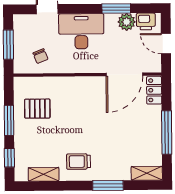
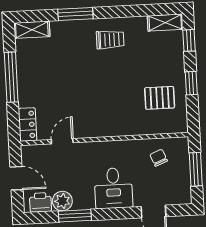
desk: (81, 31) -> (113, 188), width x0.73
door: (124, 74) -> (62, 141), width x0.53
window: (9, 120) -> (191, 83), width x0.67
shelving: (44, 174) -> (165, 23), moved

